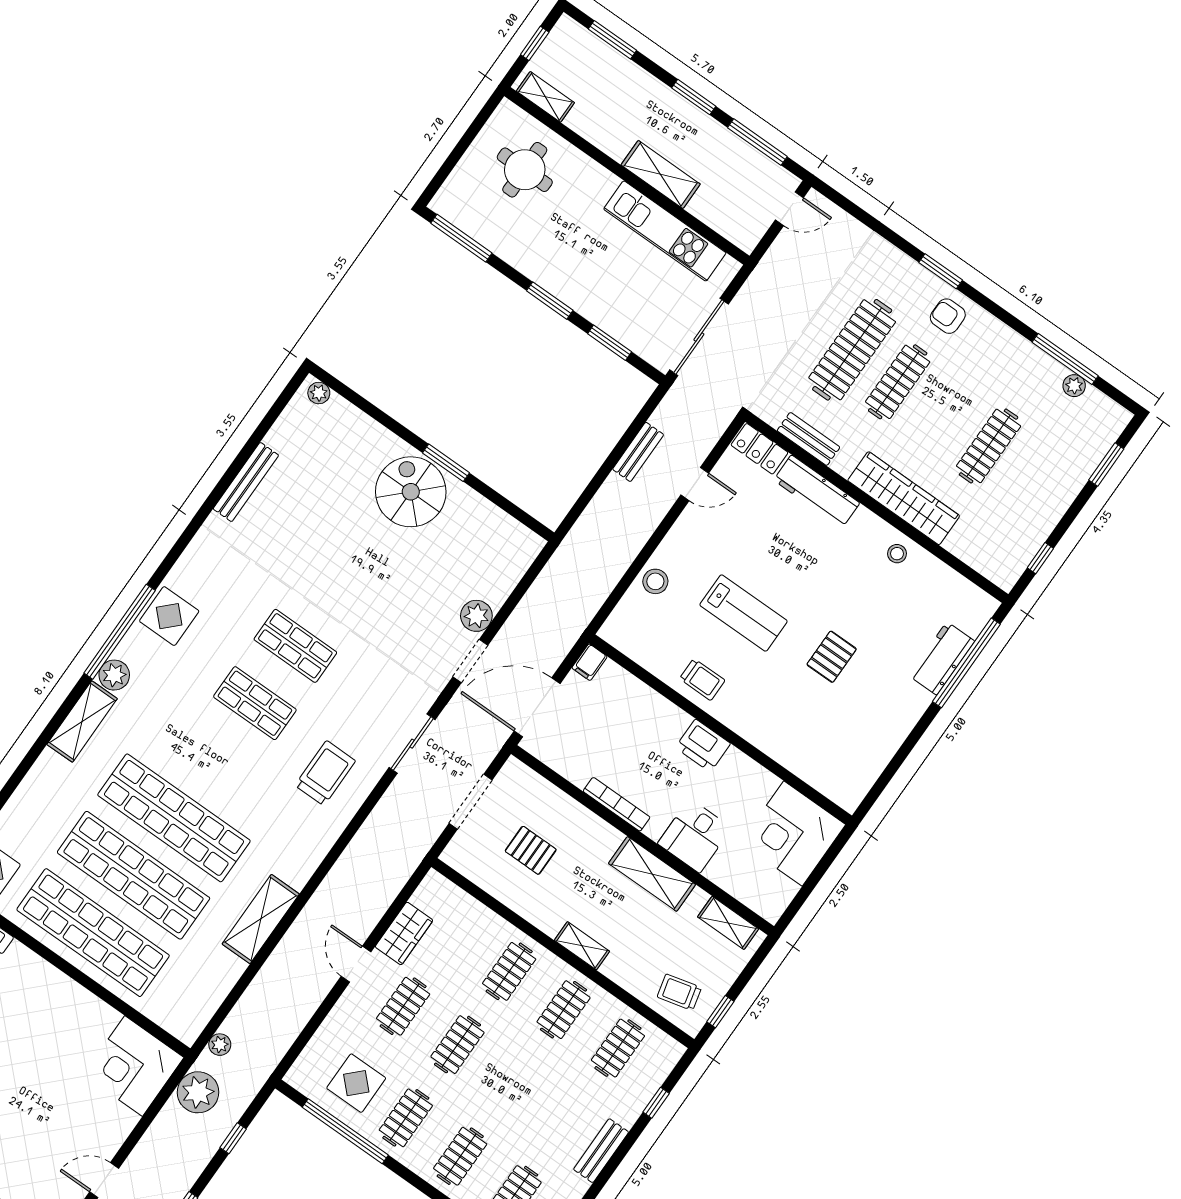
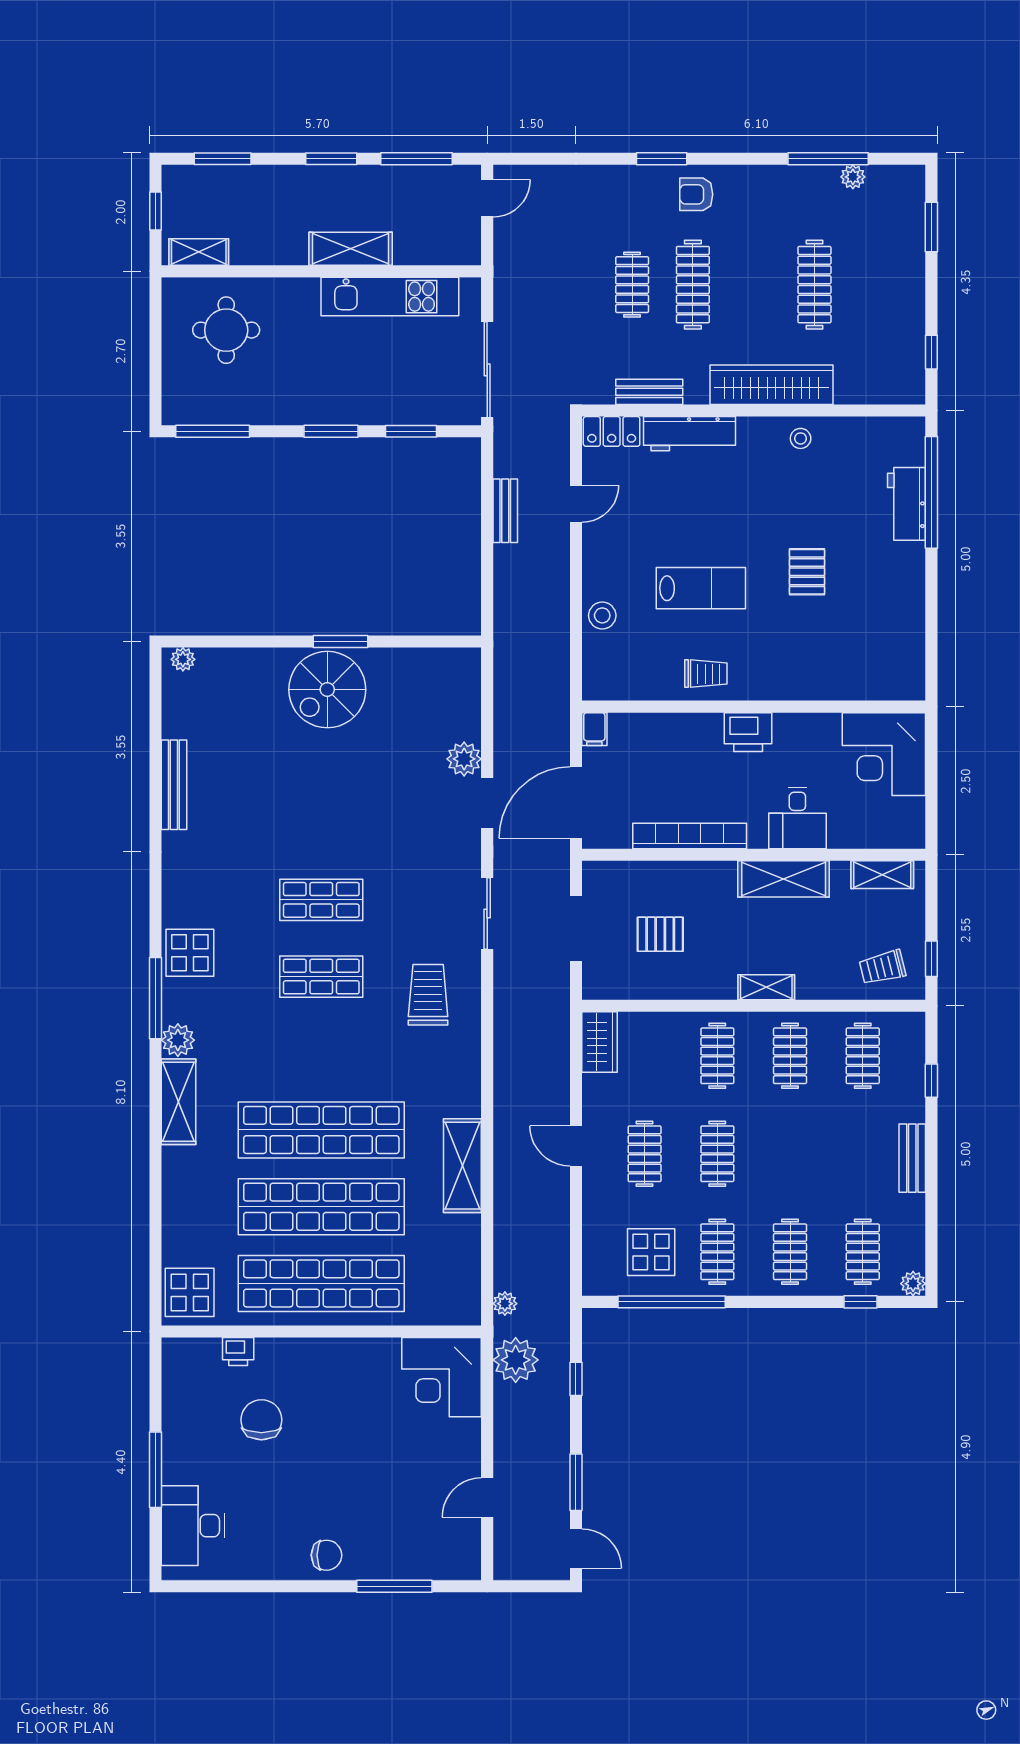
clothes rail: (852, 350) -> (632, 285), width x0.54, depth x0.76
spiral stairs: (411, 492) -> (327, 690), turned -90
window: (120, 632) -> (155, 998), width x0.68
bookcase: (617, 804) -> (690, 836), width x1.48, depth x1.31
wardrobe: (404, 933) -> (600, 1042), moved

